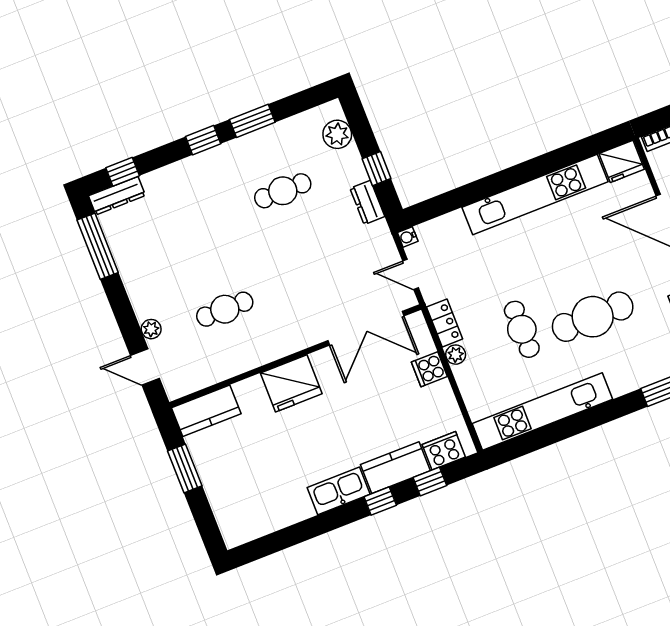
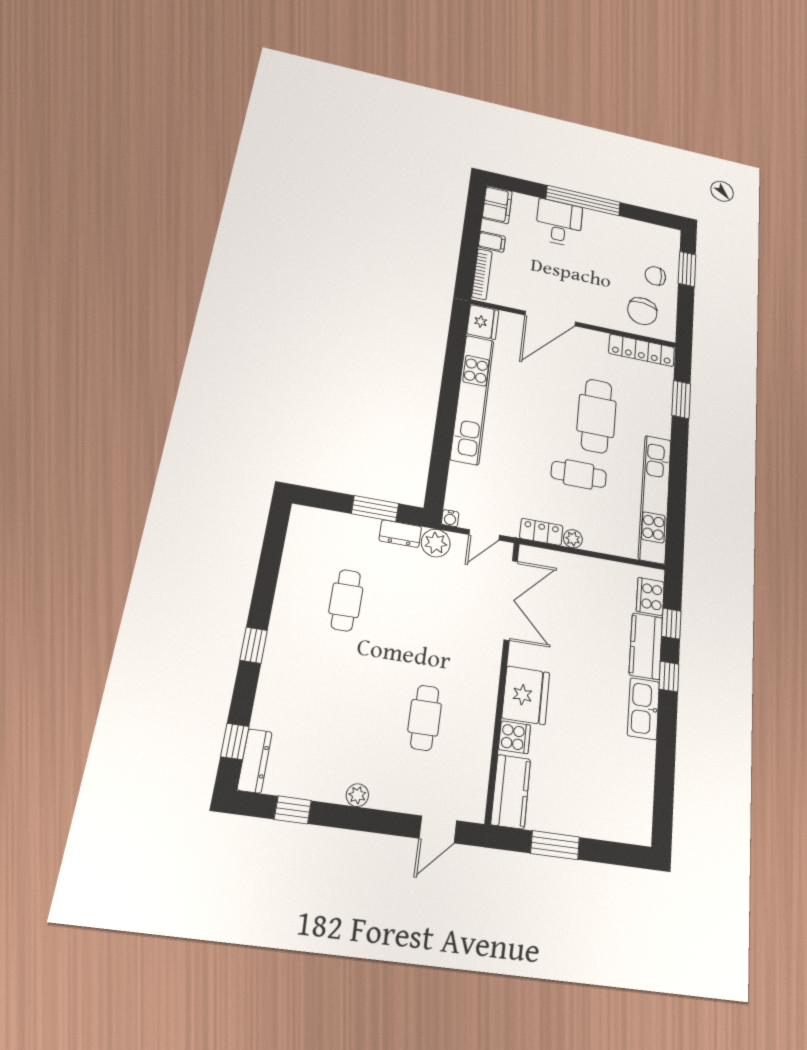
window: (252, 121) -> (265, 590), removed
plant: (337, 134) -> (436, 543), moved
window: (376, 169) -> (375, 509), width x1.50
window: (98, 246) -> (293, 810), width x0.46
plant: (151, 329) -> (357, 795), moved
cooker: (429, 369) -> (515, 737), moved, turned -90

